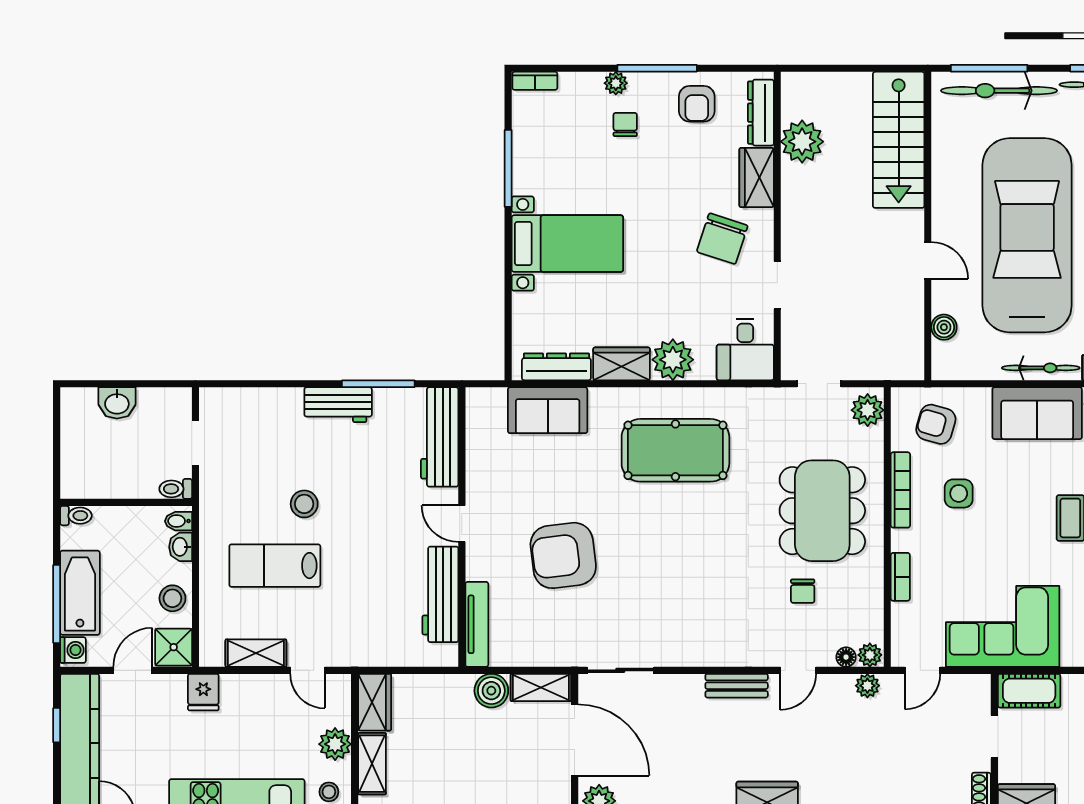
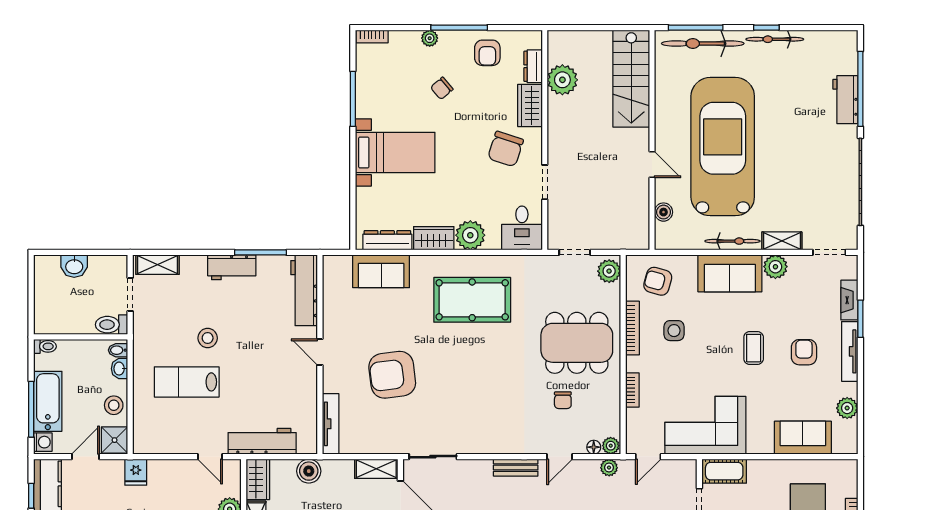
dresser: (761, 113) -> (533, 66), width x0.70
chair: (625, 124) -> (442, 88), moved, turned -130
toilet: (176, 489) -> (112, 325), width x1.37, depth x1.39
dining table: (822, 511) -> (577, 343), turned 90
workbench: (440, 594) -> (262, 441), moved, turned 90
shelving: (256, 653) -> (158, 265), moved
boiler: (491, 691) -> (309, 471), moved

